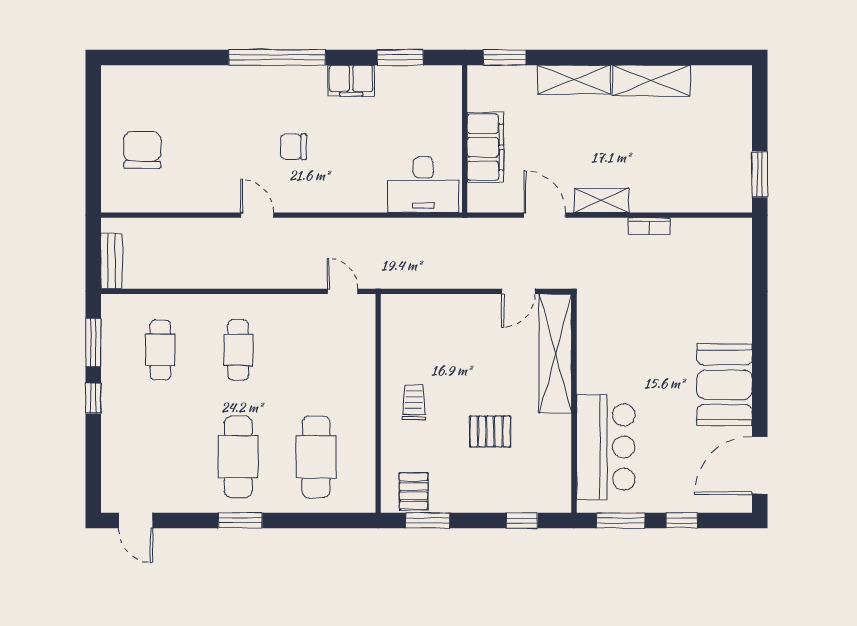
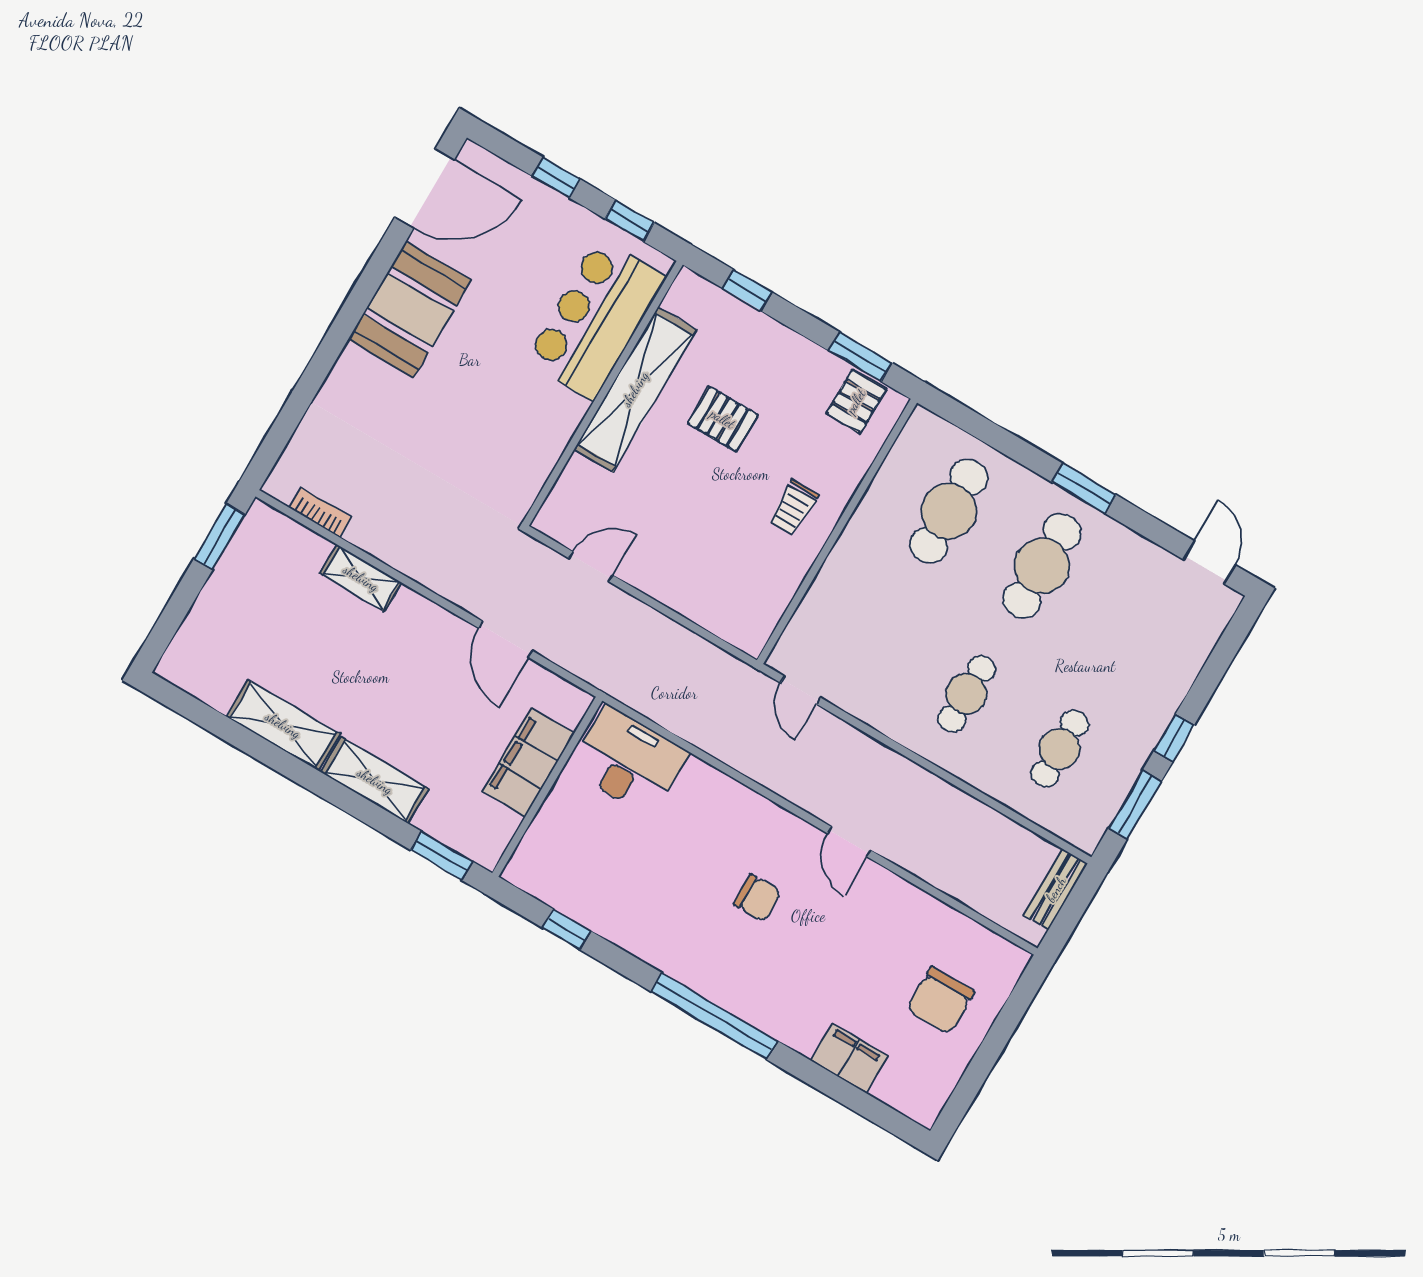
window: (400, 57) -> (567, 929), width x0.67
filing cabinet: (351, 81) -> (849, 1058), moved
shelving: (602, 200) -> (361, 578), moved
bookcase: (649, 226) -> (320, 513), moved
shelving: (555, 354) -> (635, 389), moved
window: (621, 520) -> (629, 221), width x0.67

